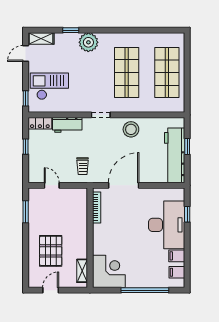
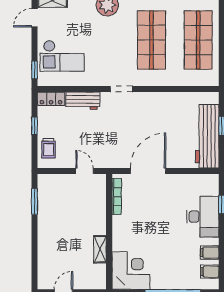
checkout: (49, 86) -> (62, 56), turned 180
stool: (131, 129) -> (157, 106), removed
trolley: (83, 166) -> (49, 148), moved
door: (52, 185) -> (85, 171), moved
desk: (167, 225) -> (203, 217), width x0.73, depth x0.77
pallet: (51, 251) -> (64, 247), removed
shelving: (82, 271) -> (100, 249), moved

